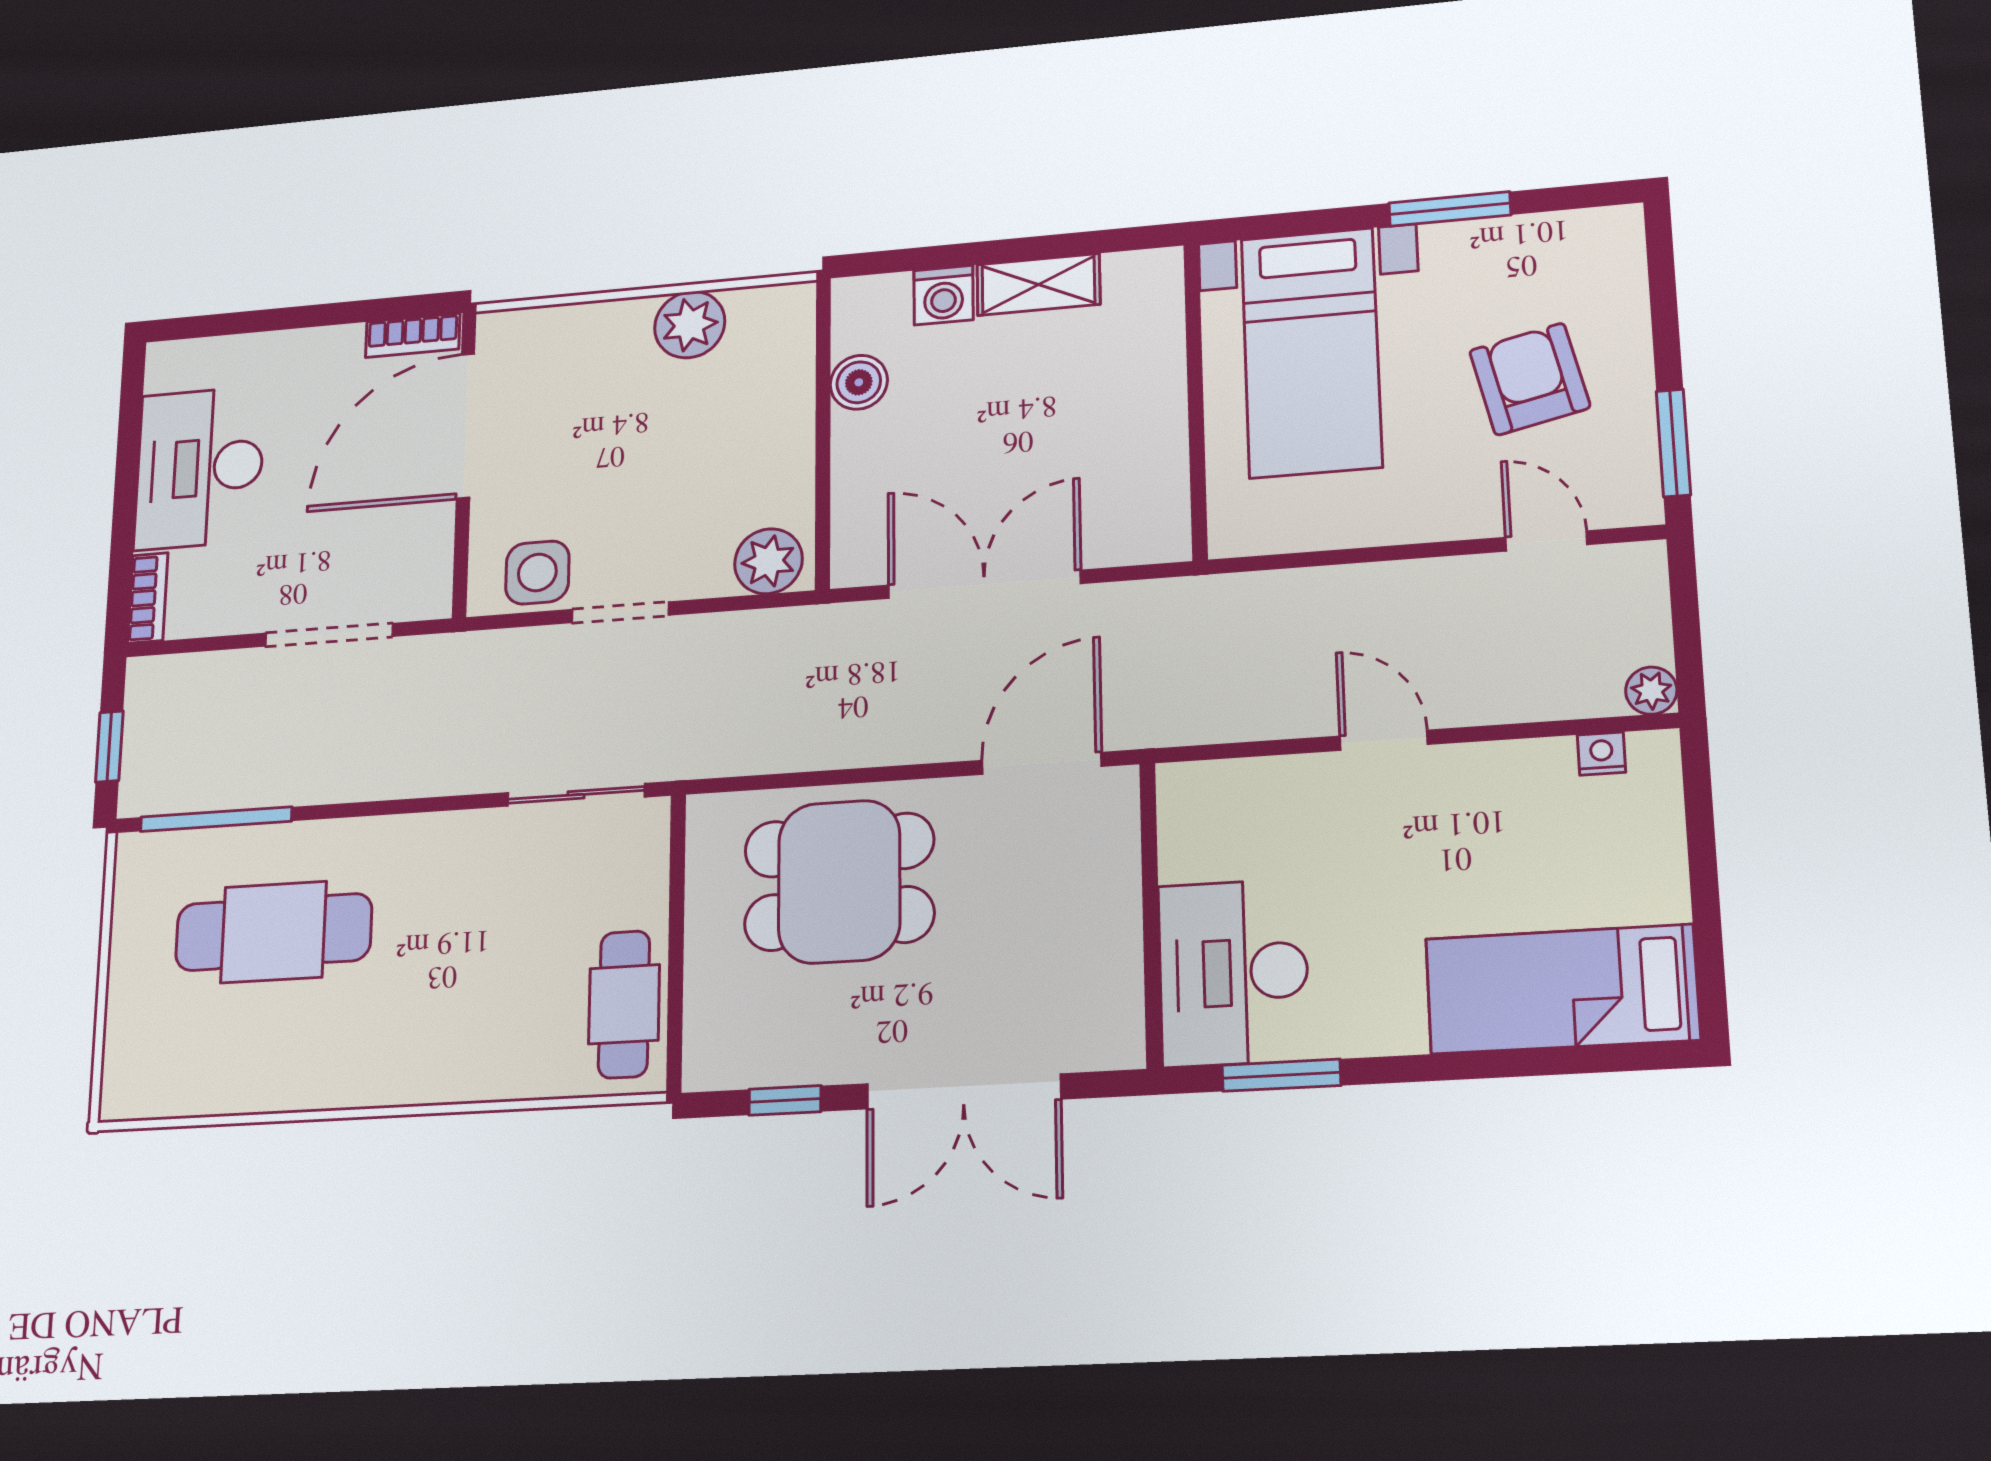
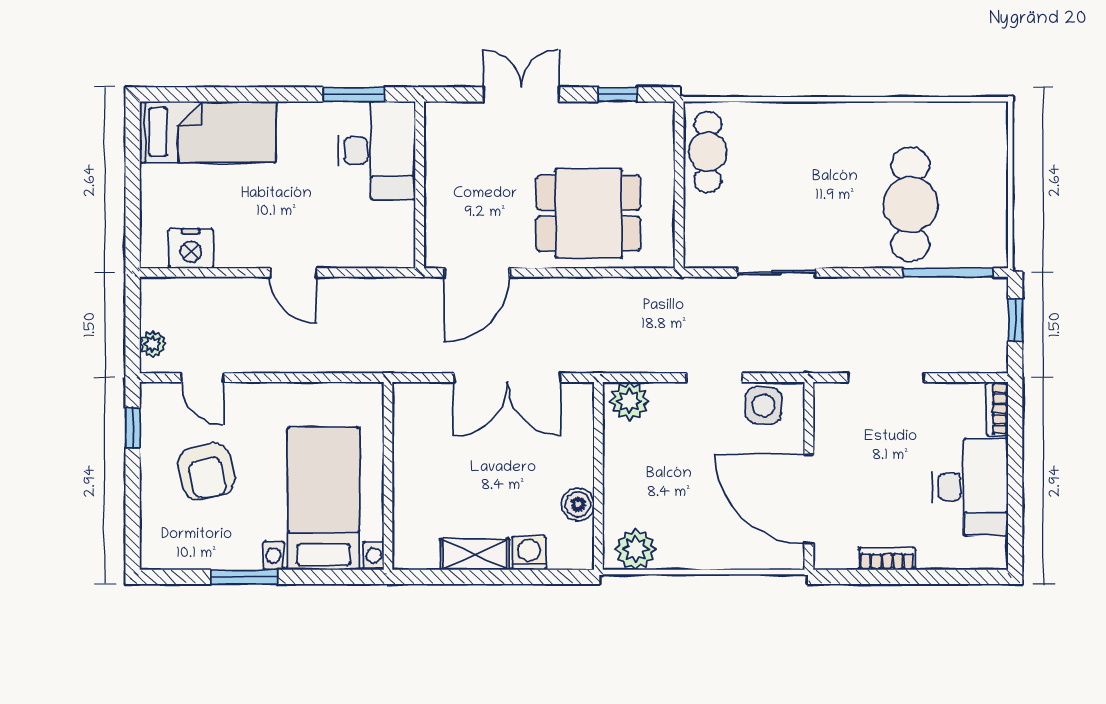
plant: (690, 325) -> (636, 549), moved
bookcase: (413, 335) -> (887, 559), moved
door: (466, 426) -> (809, 499), swing flipped
window: (1673, 443) -> (133, 428), width x0.67
plant: (1651, 691) -> (153, 344), moved
nightstand: (1601, 754) -> (191, 248), width x1.89, depth x1.79
sliding door: (576, 795) -> (777, 272), moved
cafe table: (274, 932) -> (911, 205), turned 90
double door: (964, 1091) -> (521, 94), width x0.73

